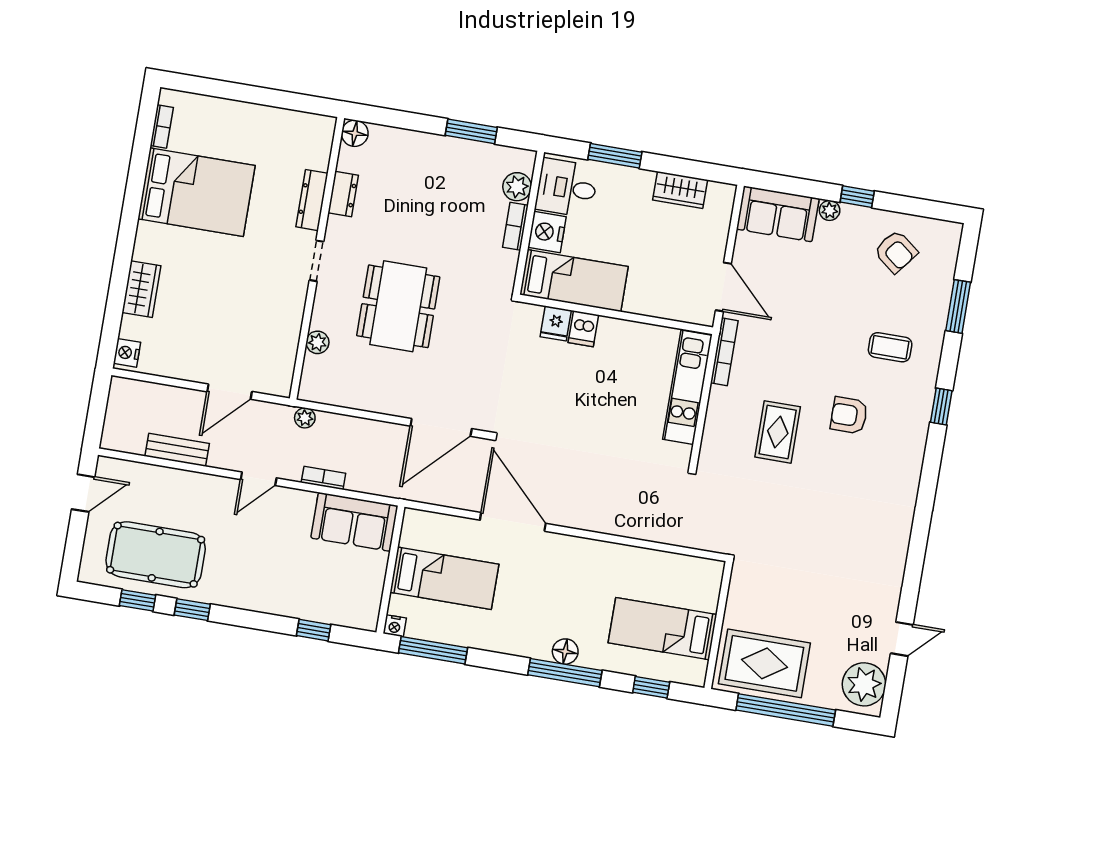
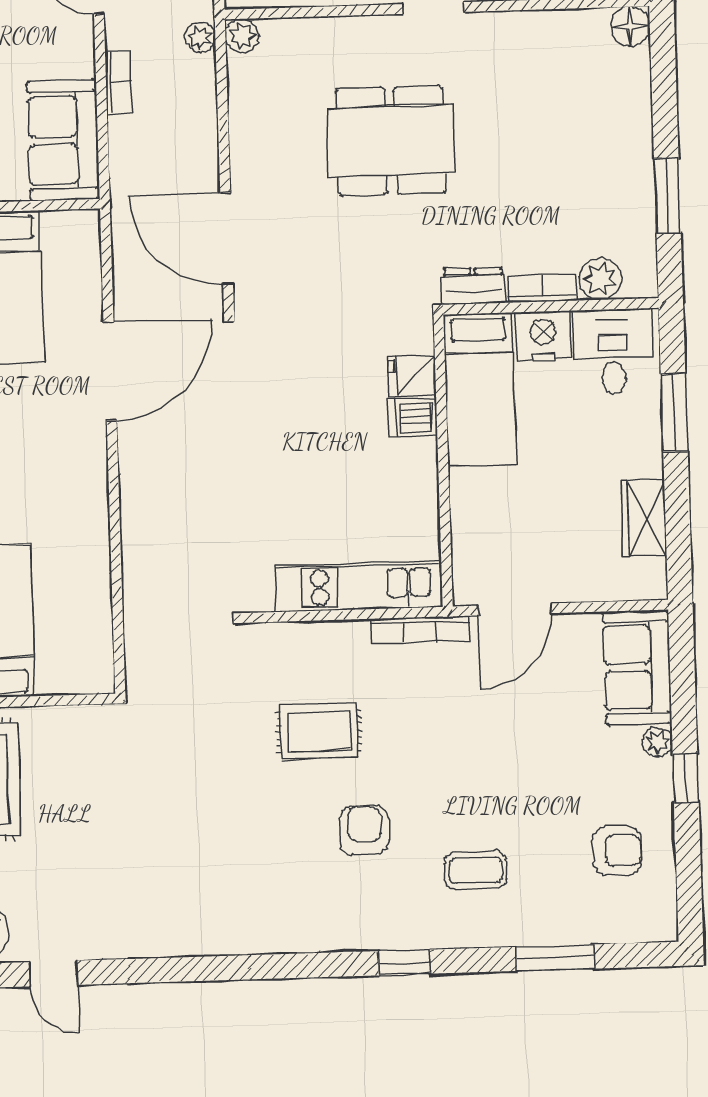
dresser: (343, 194) -> (473, 286), moved, turned 180
armchair: (896, 252) -> (617, 851), turned -128
plant: (317, 342) -> (242, 36), moved
coffee table: (890, 347) -> (476, 870), turned 90

